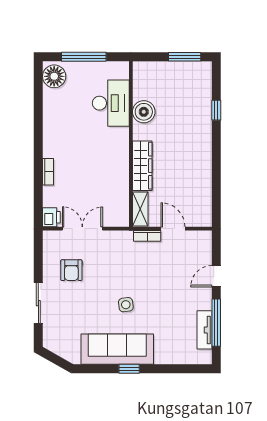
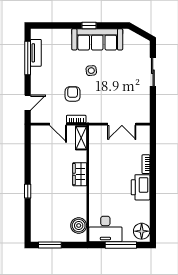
desk: (111, 103) -> (105, 229), moved, turned -90
window: (216, 110) -> (28, 191), moved
boiler: (144, 112) -> (79, 226), moved
wardrobe: (142, 166) -> (80, 174), width x0.67
printer: (51, 217) -> (141, 187), moved, width x1.87, depth x1.48
armchair: (71, 270) -> (73, 94), moved
door: (216, 276) -> (28, 103), moved

